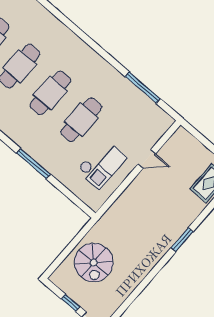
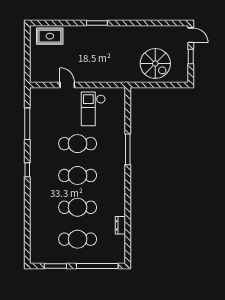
window: (98, 49) -> (27, 170), added
checkout: (102, 164) -> (93, 109), turned -90
spiral stairs: (94, 263) -> (155, 63), turned 90

